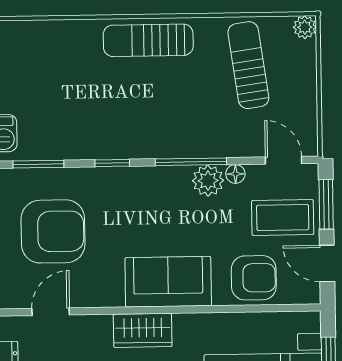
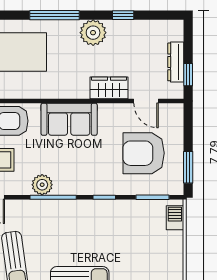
floor lamp: (235, 174) -> (24, 189), removed
door: (51, 312) -> (146, 101), hinge flipped
wardrobe: (143, 330) -> (109, 88), moved

